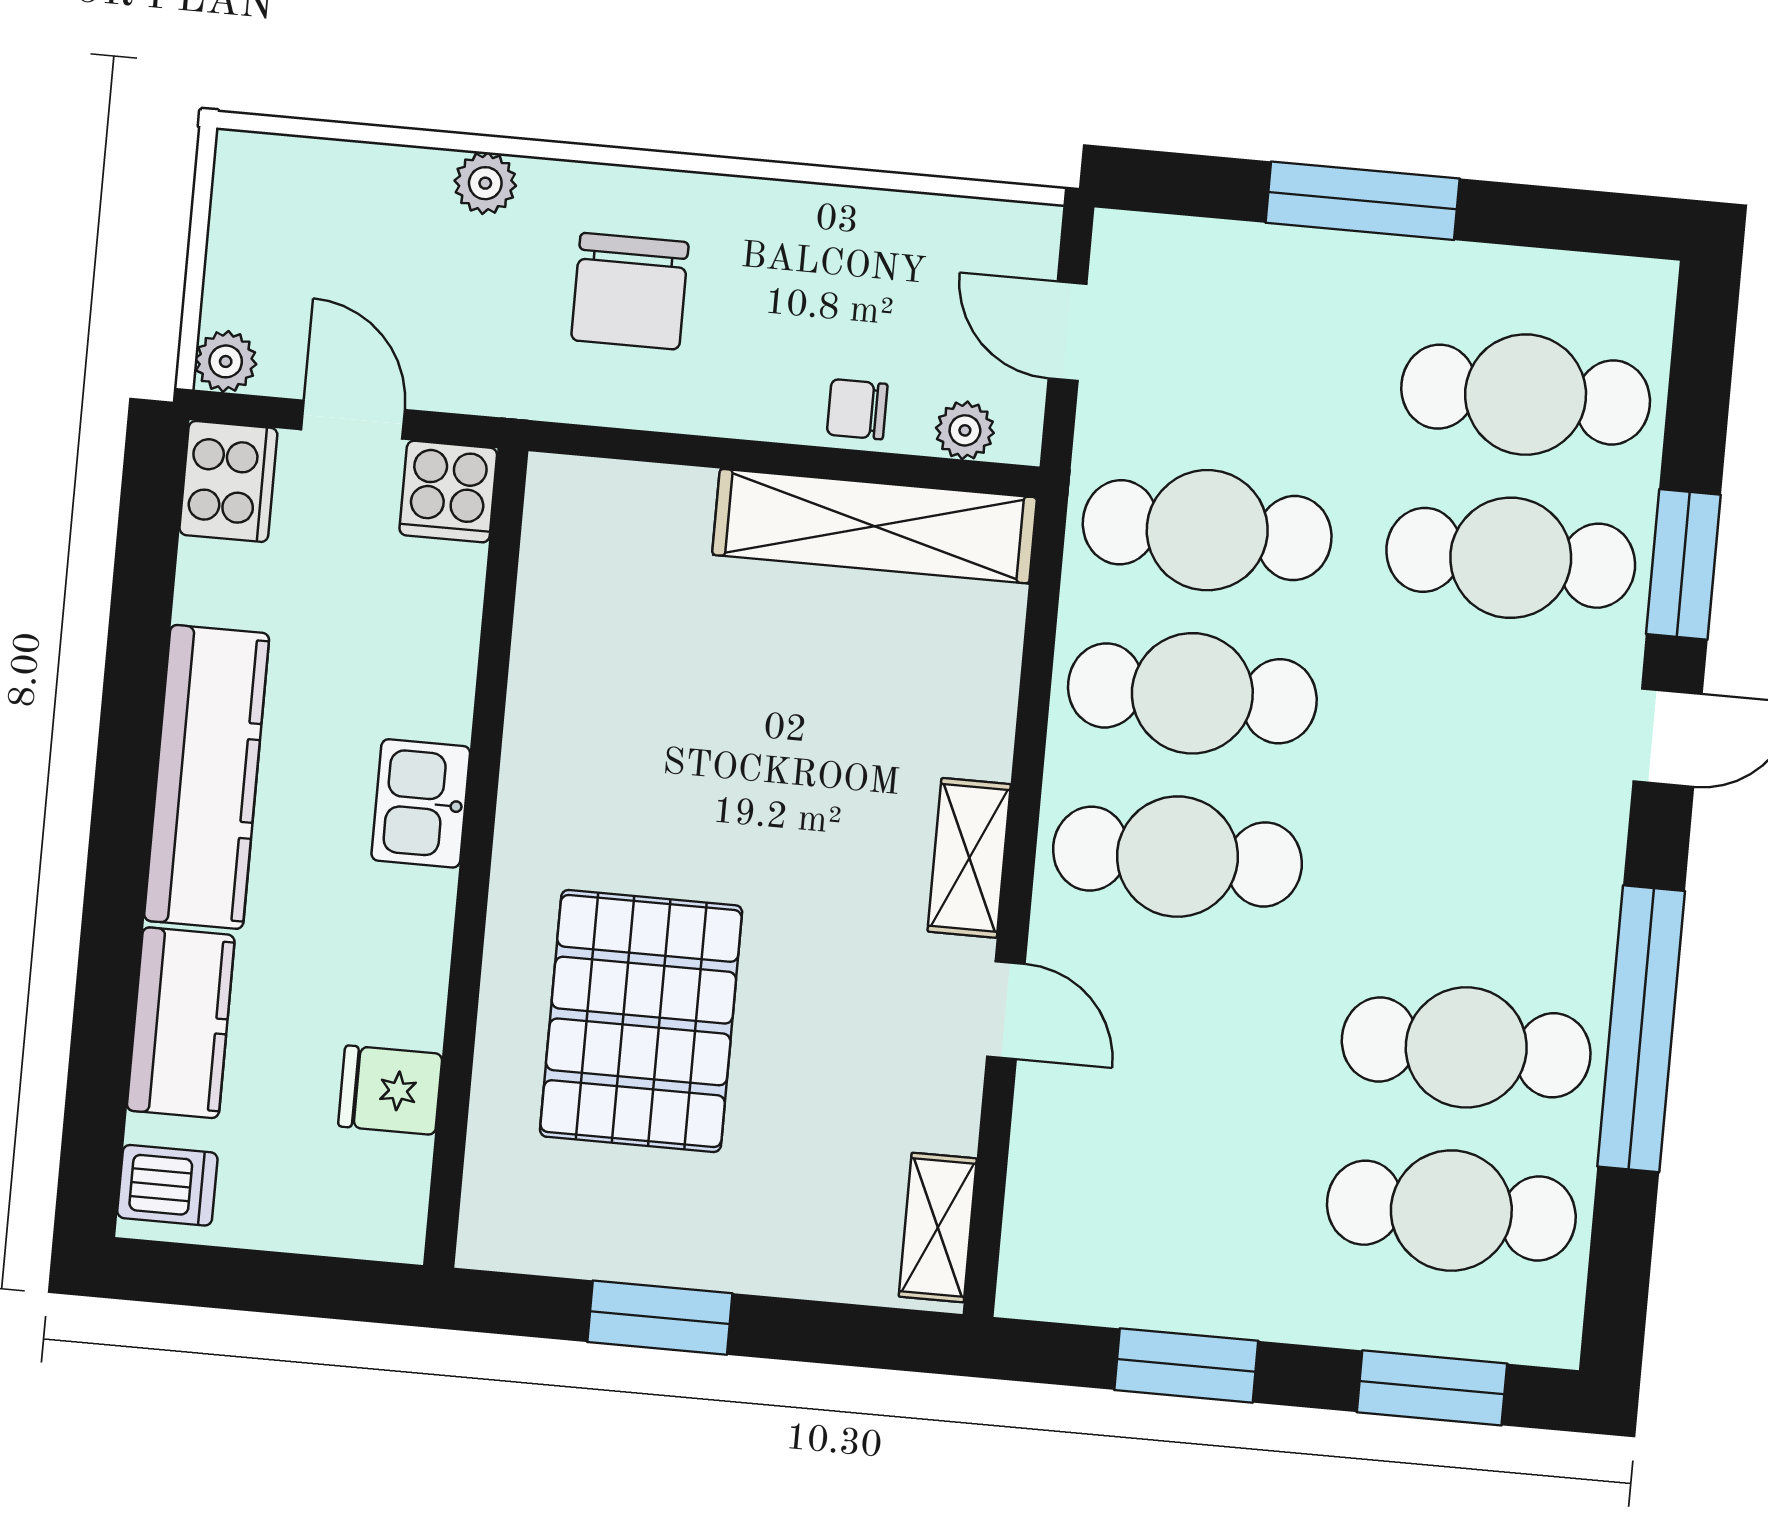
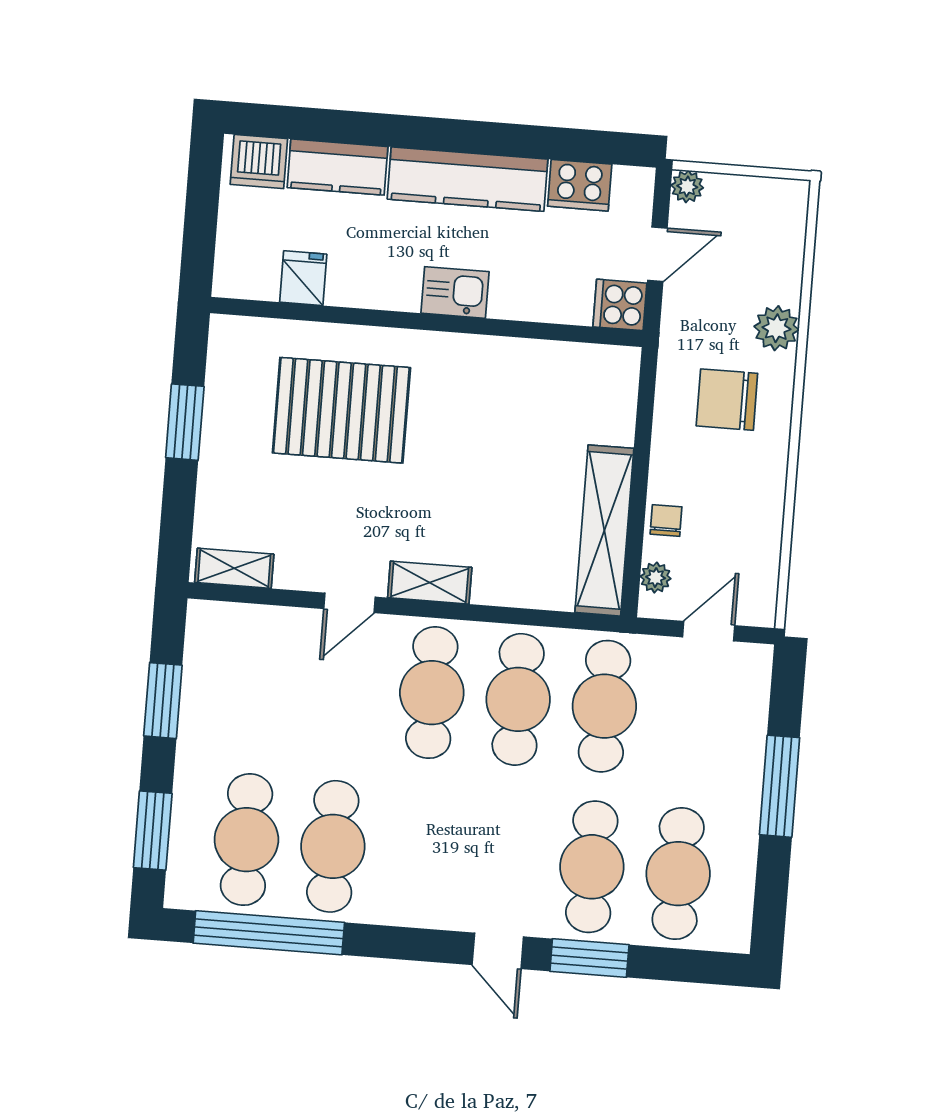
plant: (485, 183) -> (776, 328), width x1.38, depth x1.38
cooker: (228, 481) -> (580, 185), moved
window: (1641, 1029) -> (269, 933), moved
dishwasher: (167, 1185) -> (259, 162), width x1.38

